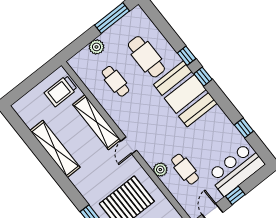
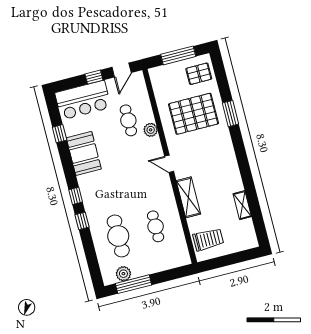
plant: (96, 47) -> (123, 274), moved
booth: (185, 94) -> (84, 153), moved, width x0.73, depth x0.70
shelving: (97, 122) -> (188, 197), width x0.68
door: (129, 146) -> (169, 164), swing flipped
shelving: (55, 149) -> (242, 205), width x0.45, depth x0.75

